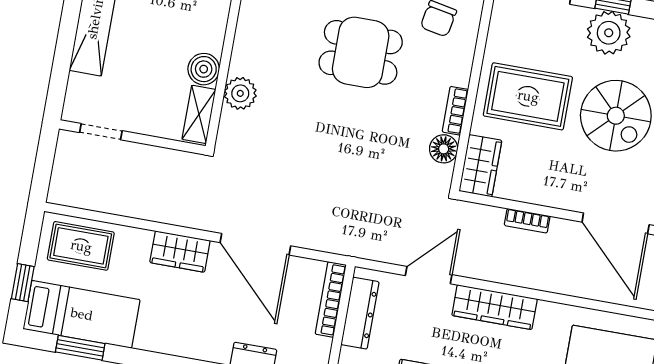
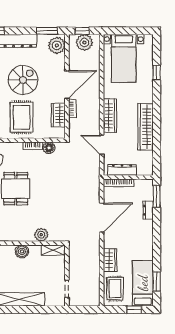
boiler: (204, 69) -> (22, 251), moved
wardrobe: (480, 166) -> (58, 115), moved, turned -90
door: (616, 223) -> (67, 85), moved
wardrobe: (180, 252) -> (110, 260), moved

